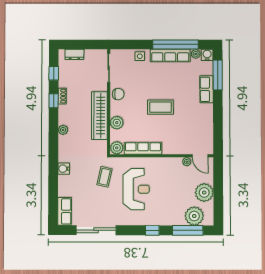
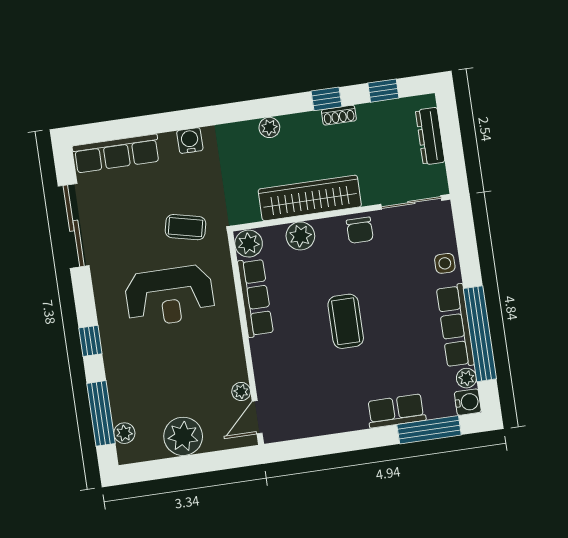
dresser: (74, 54) -> (430, 136), width x1.44
row of seats: (65, 211) -> (116, 153), width x1.48
plant: (194, 216) -> (124, 433), width x0.53, depth x0.53

